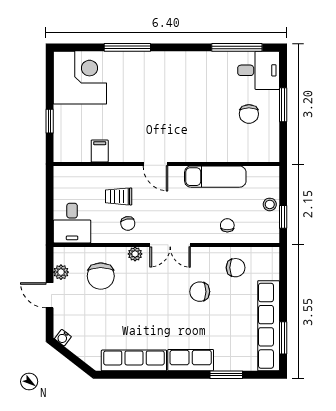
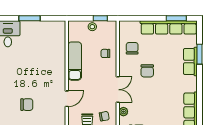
chair: (249, 114) -> (27, 105), moved
row of seats: (191, 360) -> (190, 62), moved

